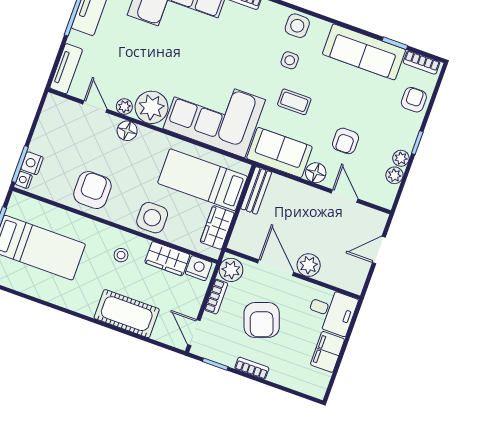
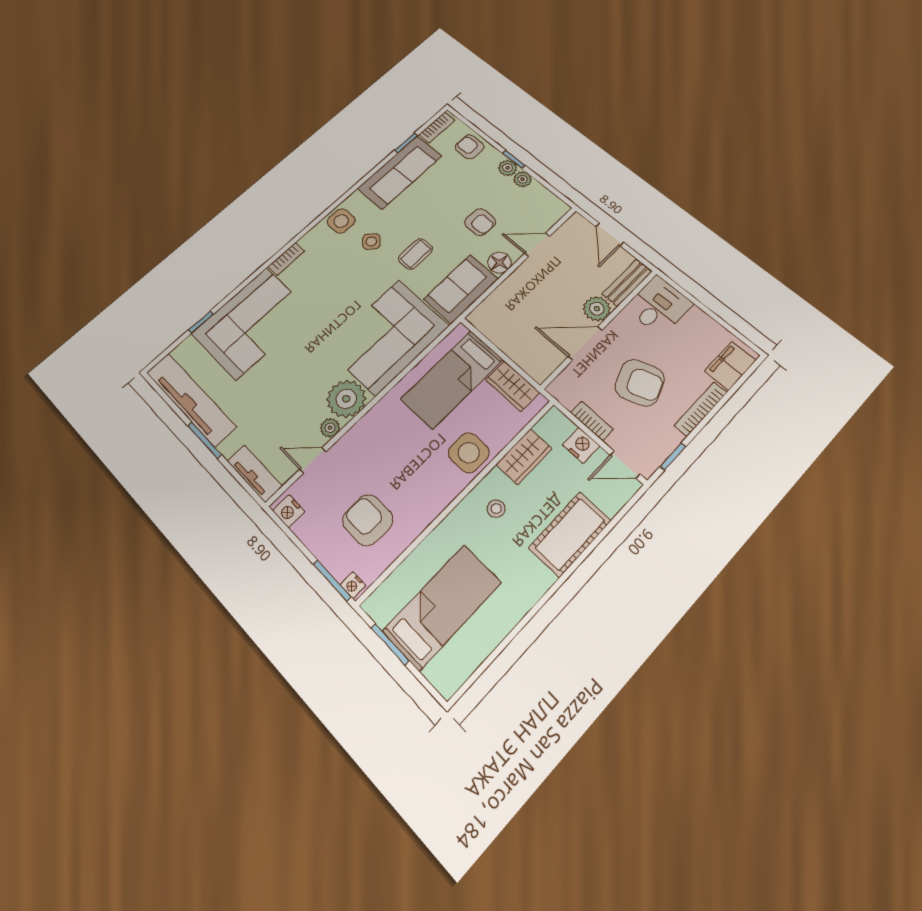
side table: (290, 60) -> (371, 241), turned 45
floor lamp: (127, 131) -> (358, 437), removed
nightstand: (32, 163) -> (289, 511), moved
plant: (394, 175) -> (508, 168), moved
armchair: (92, 190) -> (368, 520), moved
bench: (256, 190) -> (627, 283), moved, turned 90
nightstand: (199, 268) -> (581, 445), moved, turned 90
plant: (231, 270) -> (568, 392), removed
filing cabinet: (327, 352) -> (730, 366), moved, turned 90
bookcase: (252, 368) -> (701, 409), width x1.56

